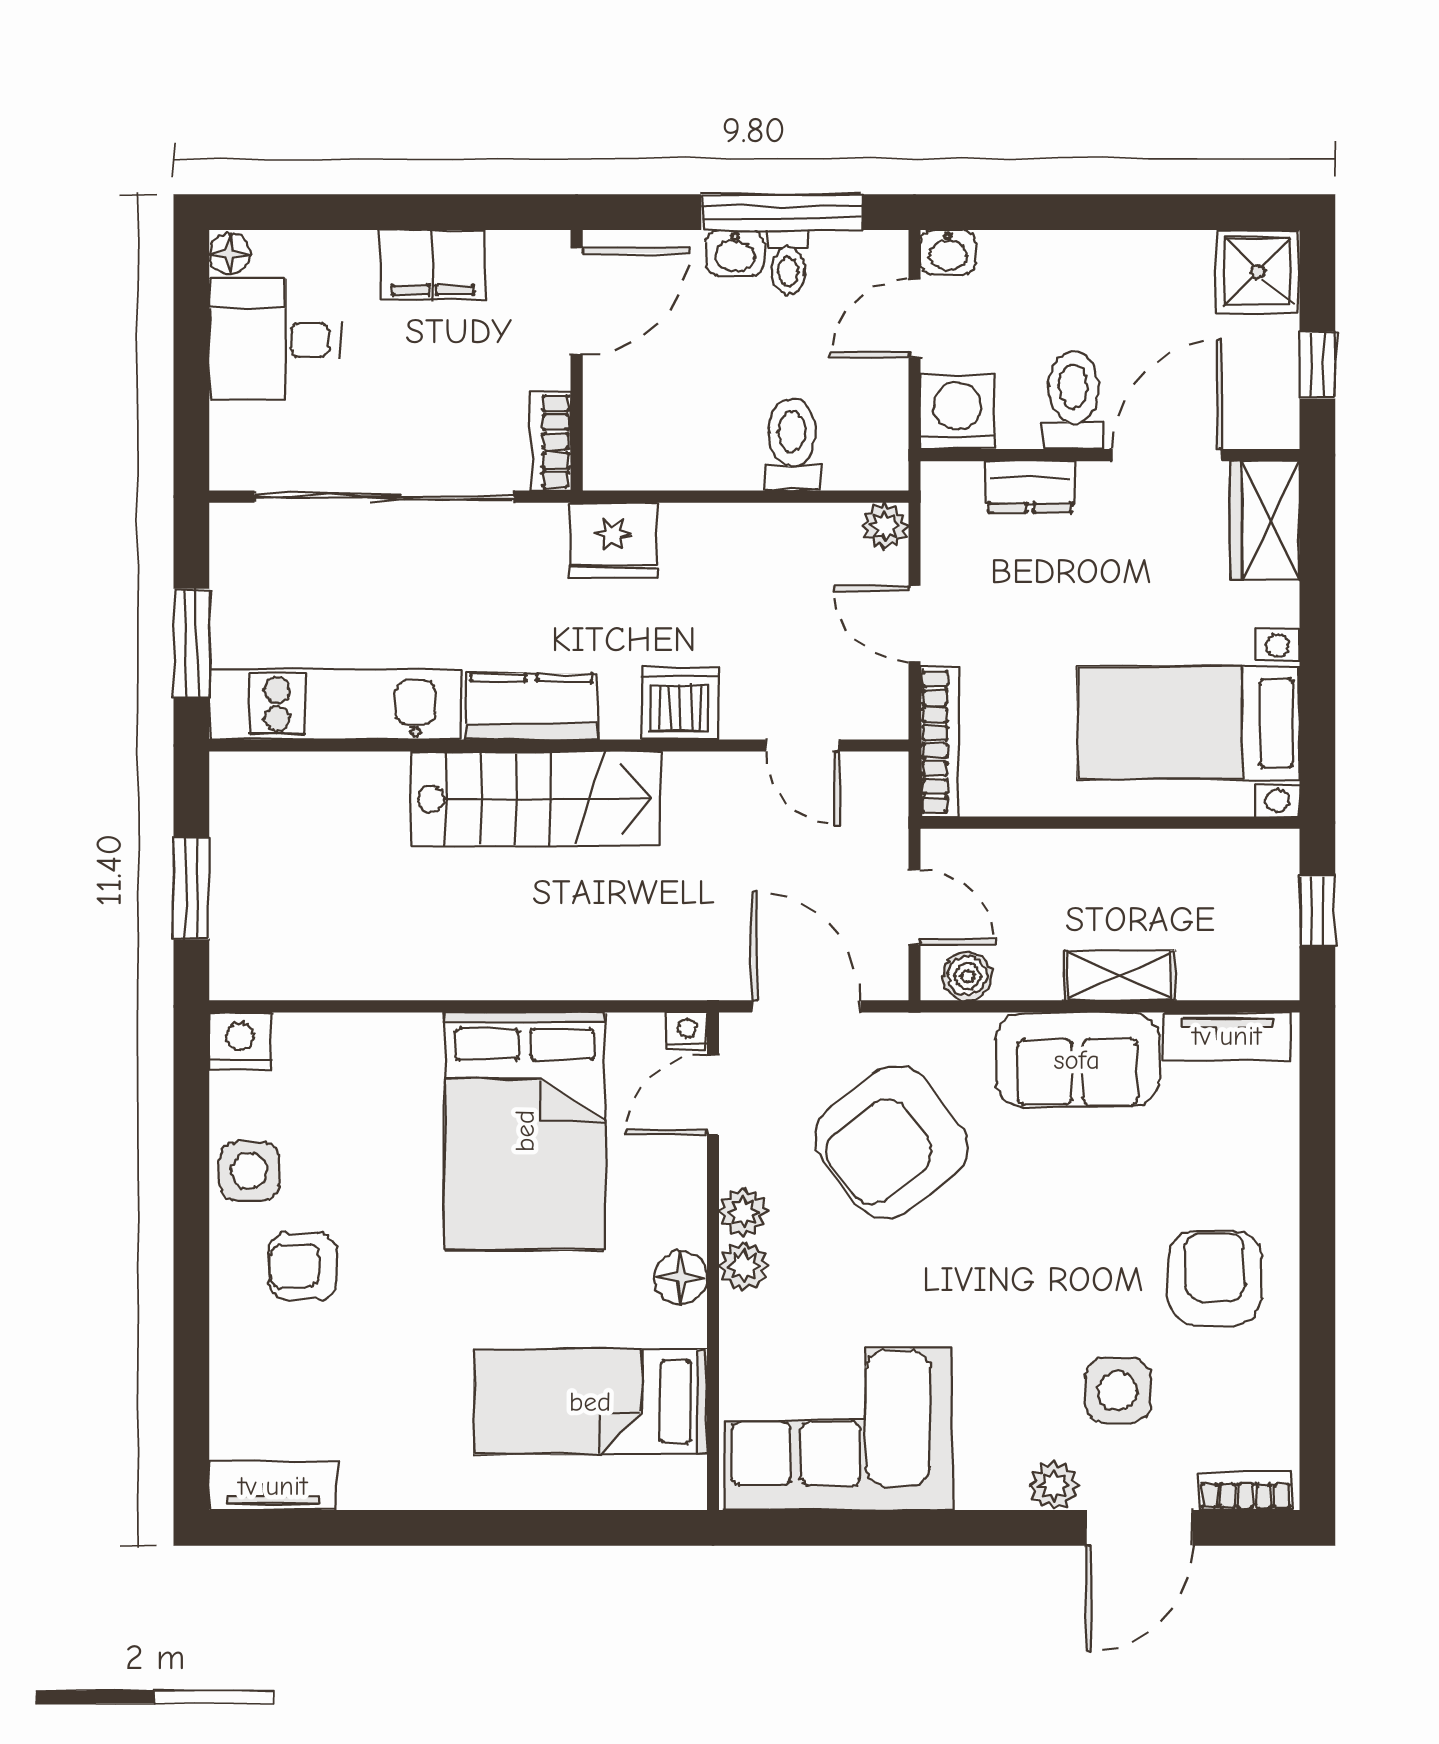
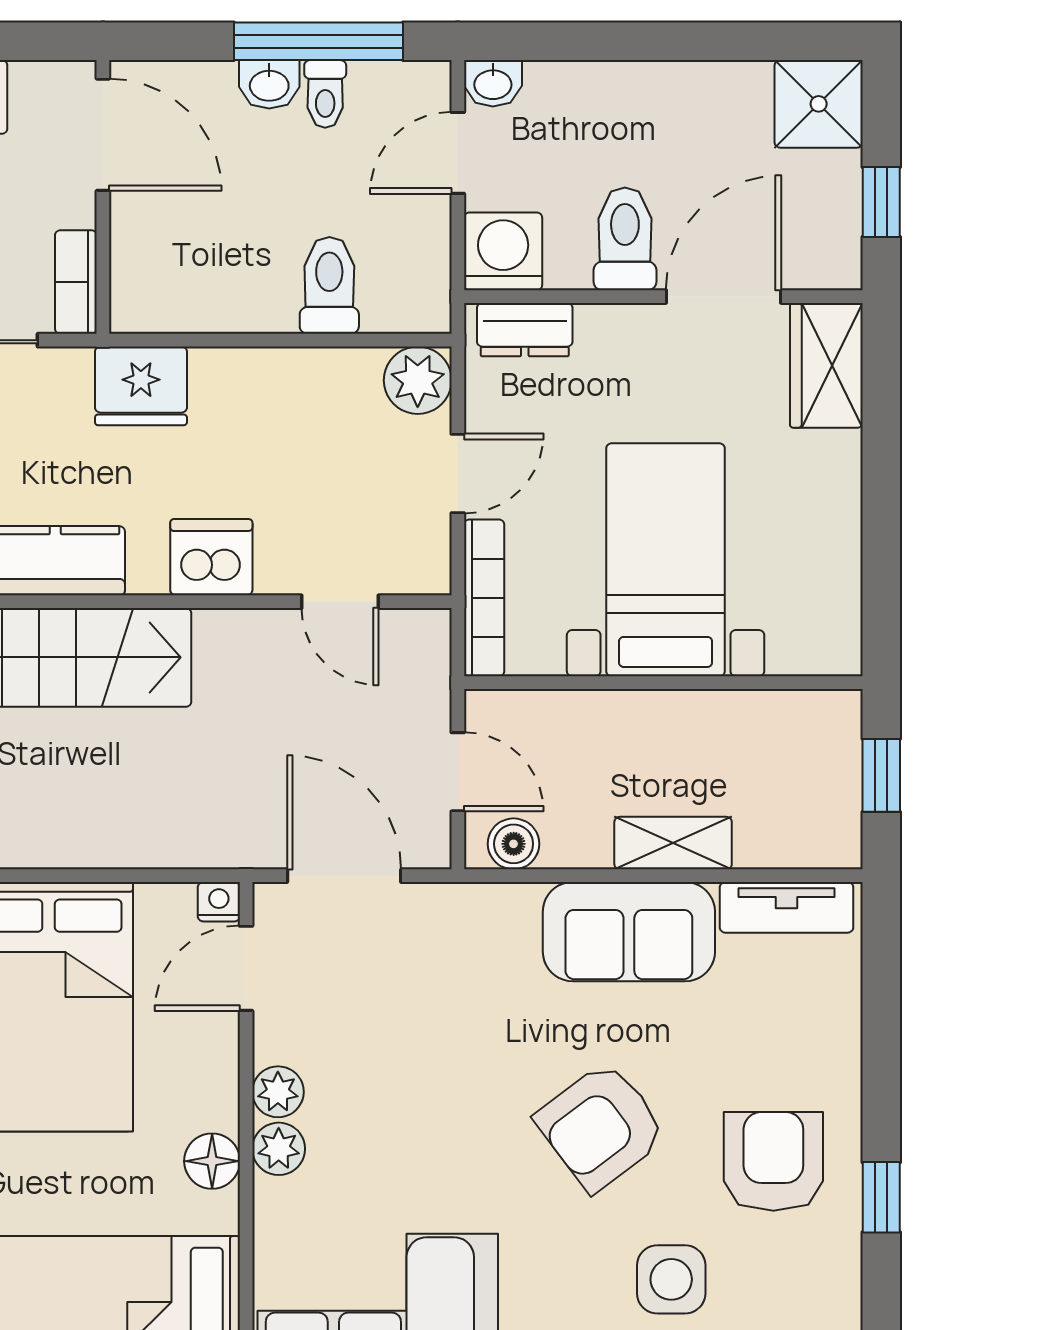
door: (577, 301) -> (103, 135), hinge flipped
dresser: (1030, 487) -> (525, 330), moved
plant: (885, 526) -> (418, 380), width x1.38, depth x1.38
door: (914, 624) -> (458, 473), swing flipped
bed with nightstands: (1189, 723) -> (666, 560), moved, turned 90
armchair: (891, 1142) -> (601, 1126), moved, width x0.73, depth x0.73
window: (1317, 1312) -> (881, 1197), added

